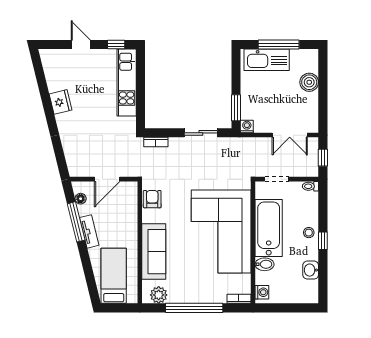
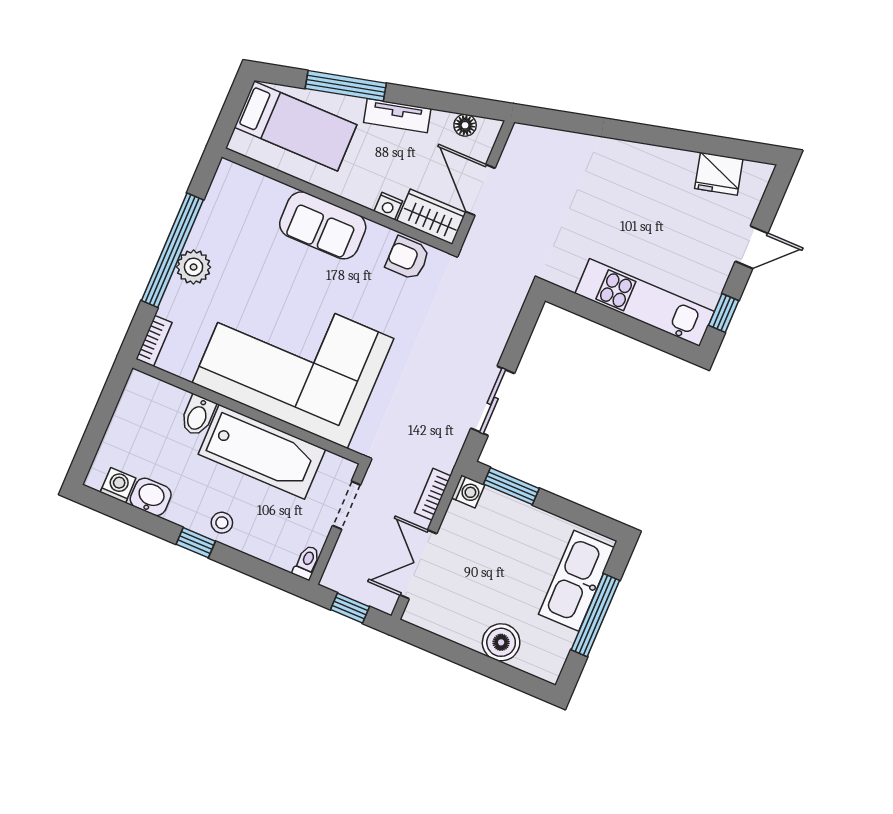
fridge: (61, 102) -> (719, 174), moved
bookcase: (156, 142) -> (433, 494), moved
wardrobe: (129, 196) -> (431, 217), added
armchair: (152, 199) -> (408, 258), turned 180
nightstand: (132, 218) -> (388, 206), added
window: (76, 222) -> (346, 86), moved
sofa: (154, 252) -> (323, 225), width x0.73
washing machine: (262, 292) -> (118, 485), moved, turned 180
plant: (159, 295) -> (194, 267), moved

